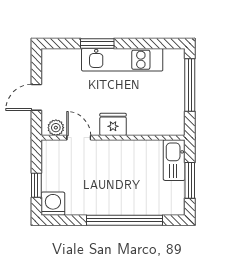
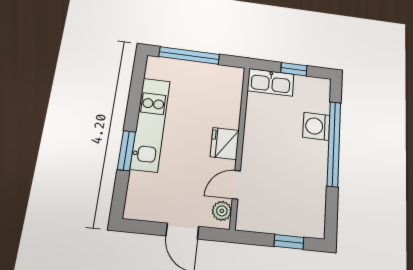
window: (190, 180) -> (294, 69), width x0.67
washing machine: (53, 204) -> (316, 126), moved

